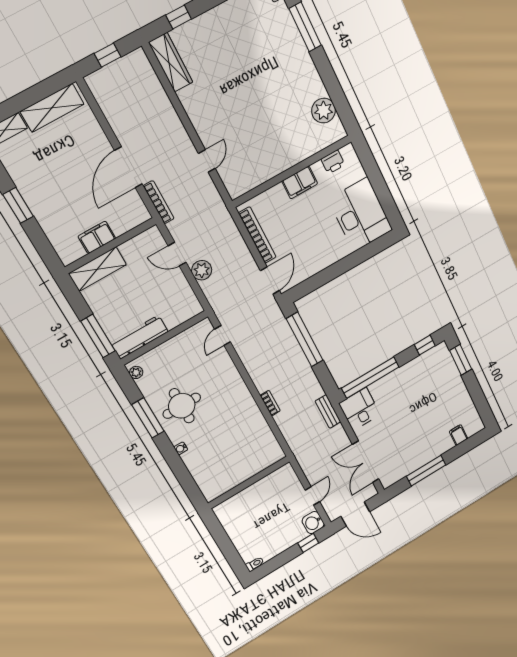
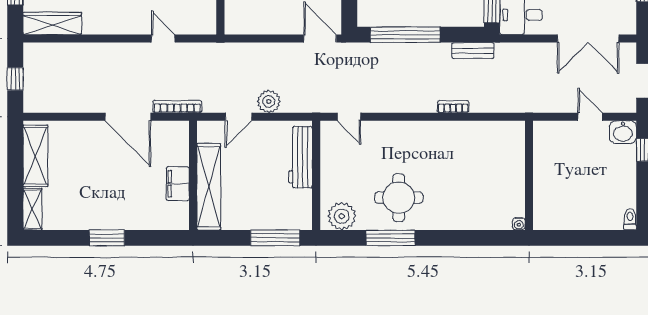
bookcase: (257, 235) -> (265, 27), removed
shelving: (98, 269) -> (209, 187), width x1.47
workbench: (139, 337) -> (301, 157), moved
plant: (136, 372) -> (342, 216), width x1.88, depth x1.88
bench: (328, 411) -> (473, 51), moved
water cooler: (181, 448) -> (519, 224), moved

